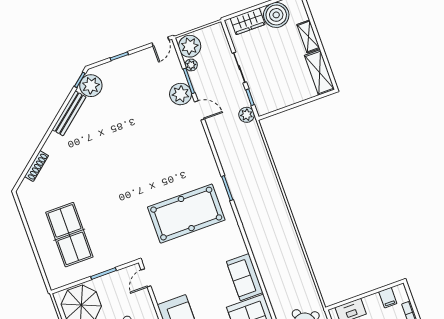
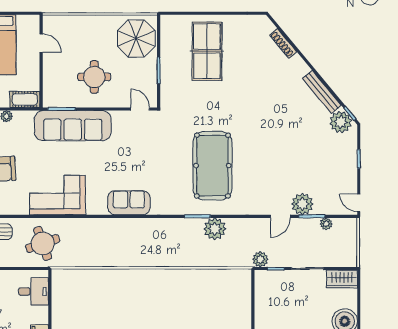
wardrobe: (248, 21) -> (342, 279), moved, turned -90
plant: (190, 46) -> (215, 229), moved
pool table: (186, 214) -> (212, 166), moved
table tennis table: (69, 235) -> (207, 51), turned 90
sofa: (245, 277) -> (129, 203), moved

